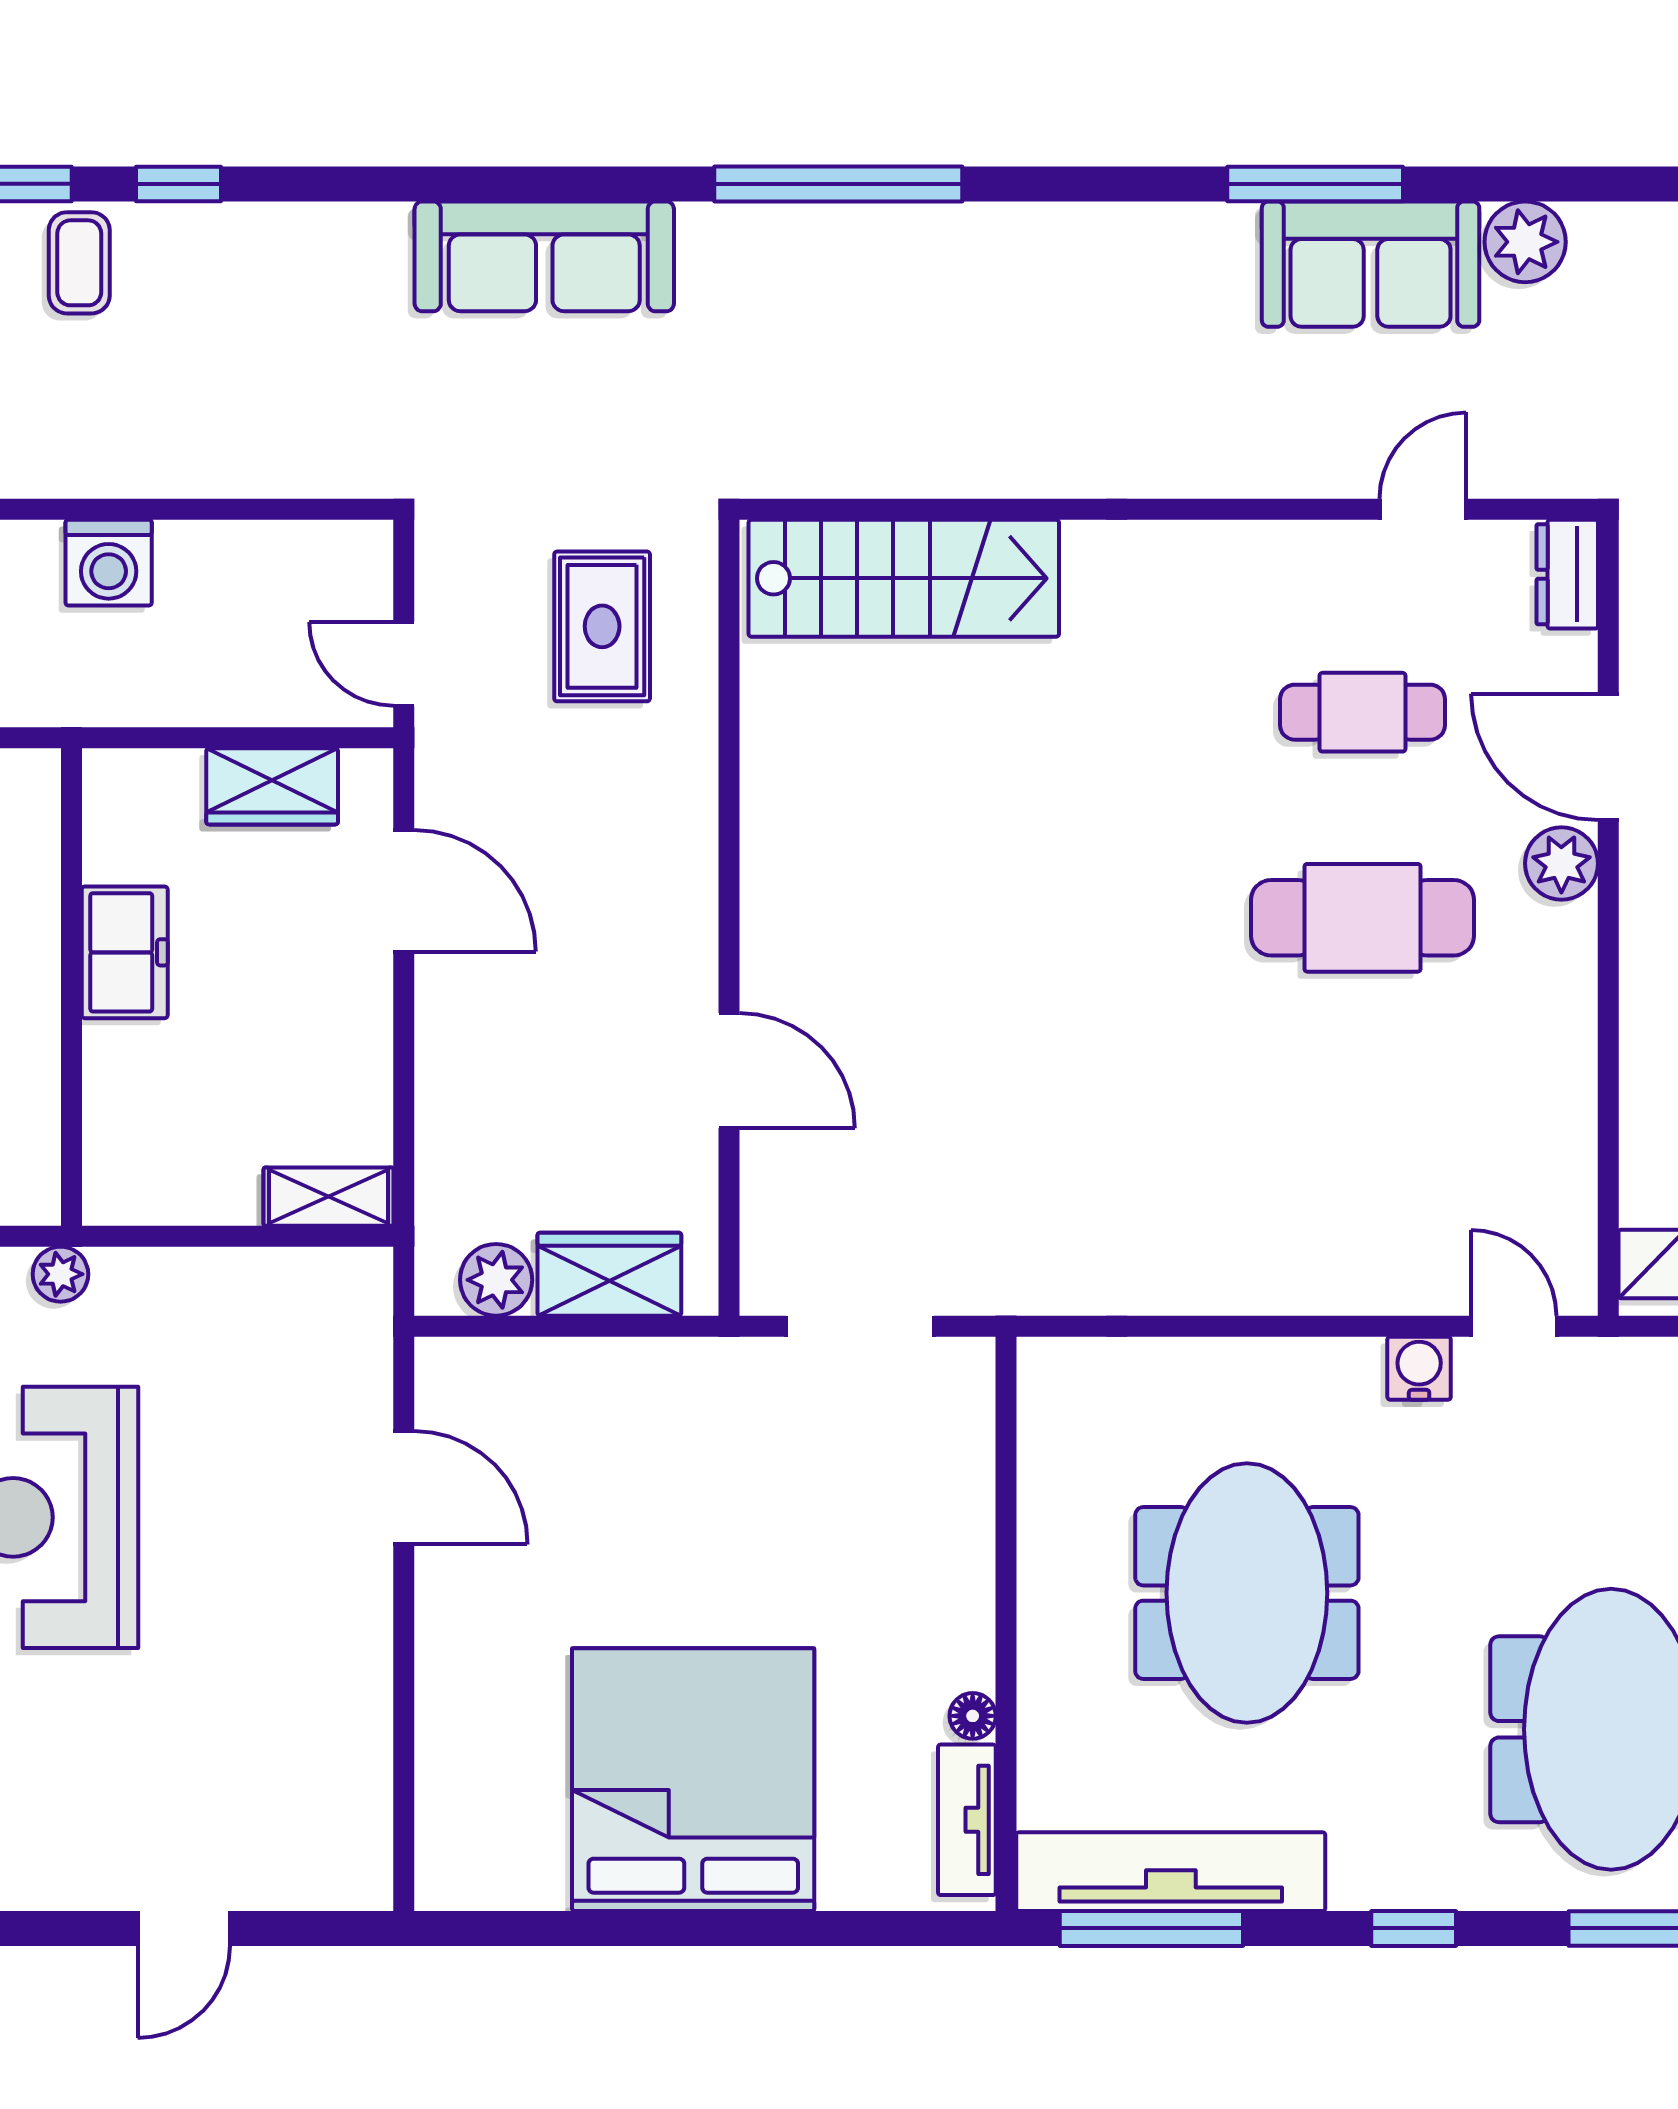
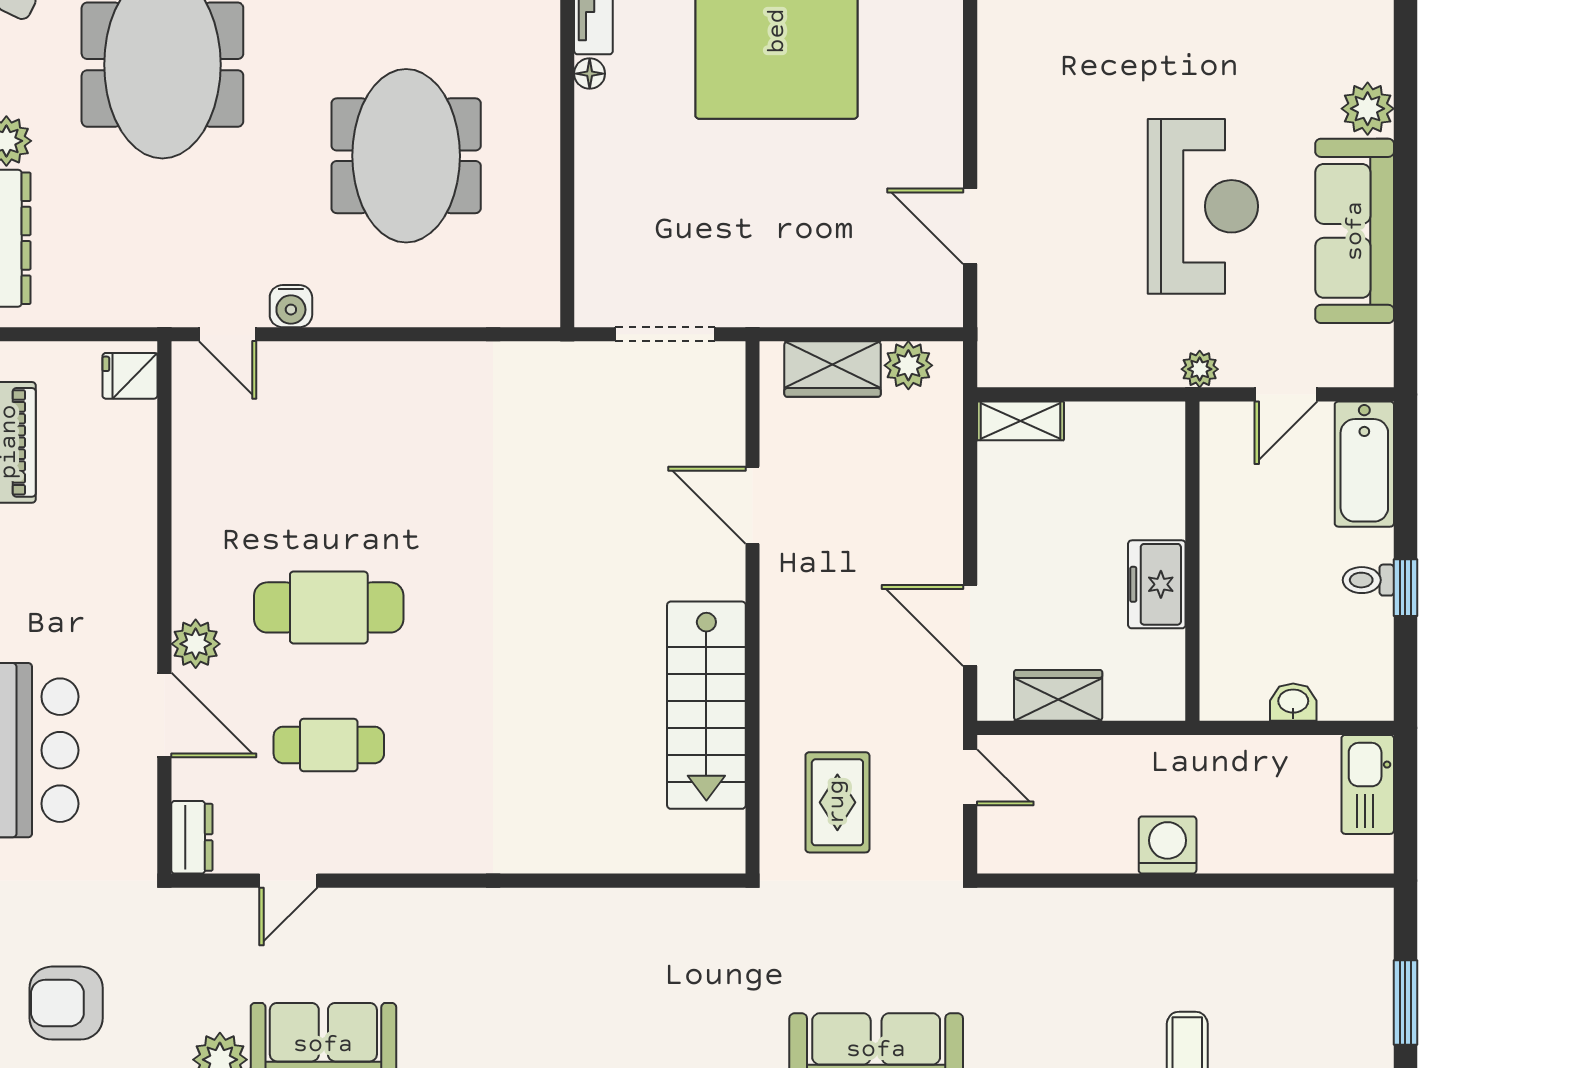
stairs: (904, 578) -> (706, 705), moved, turned -90

